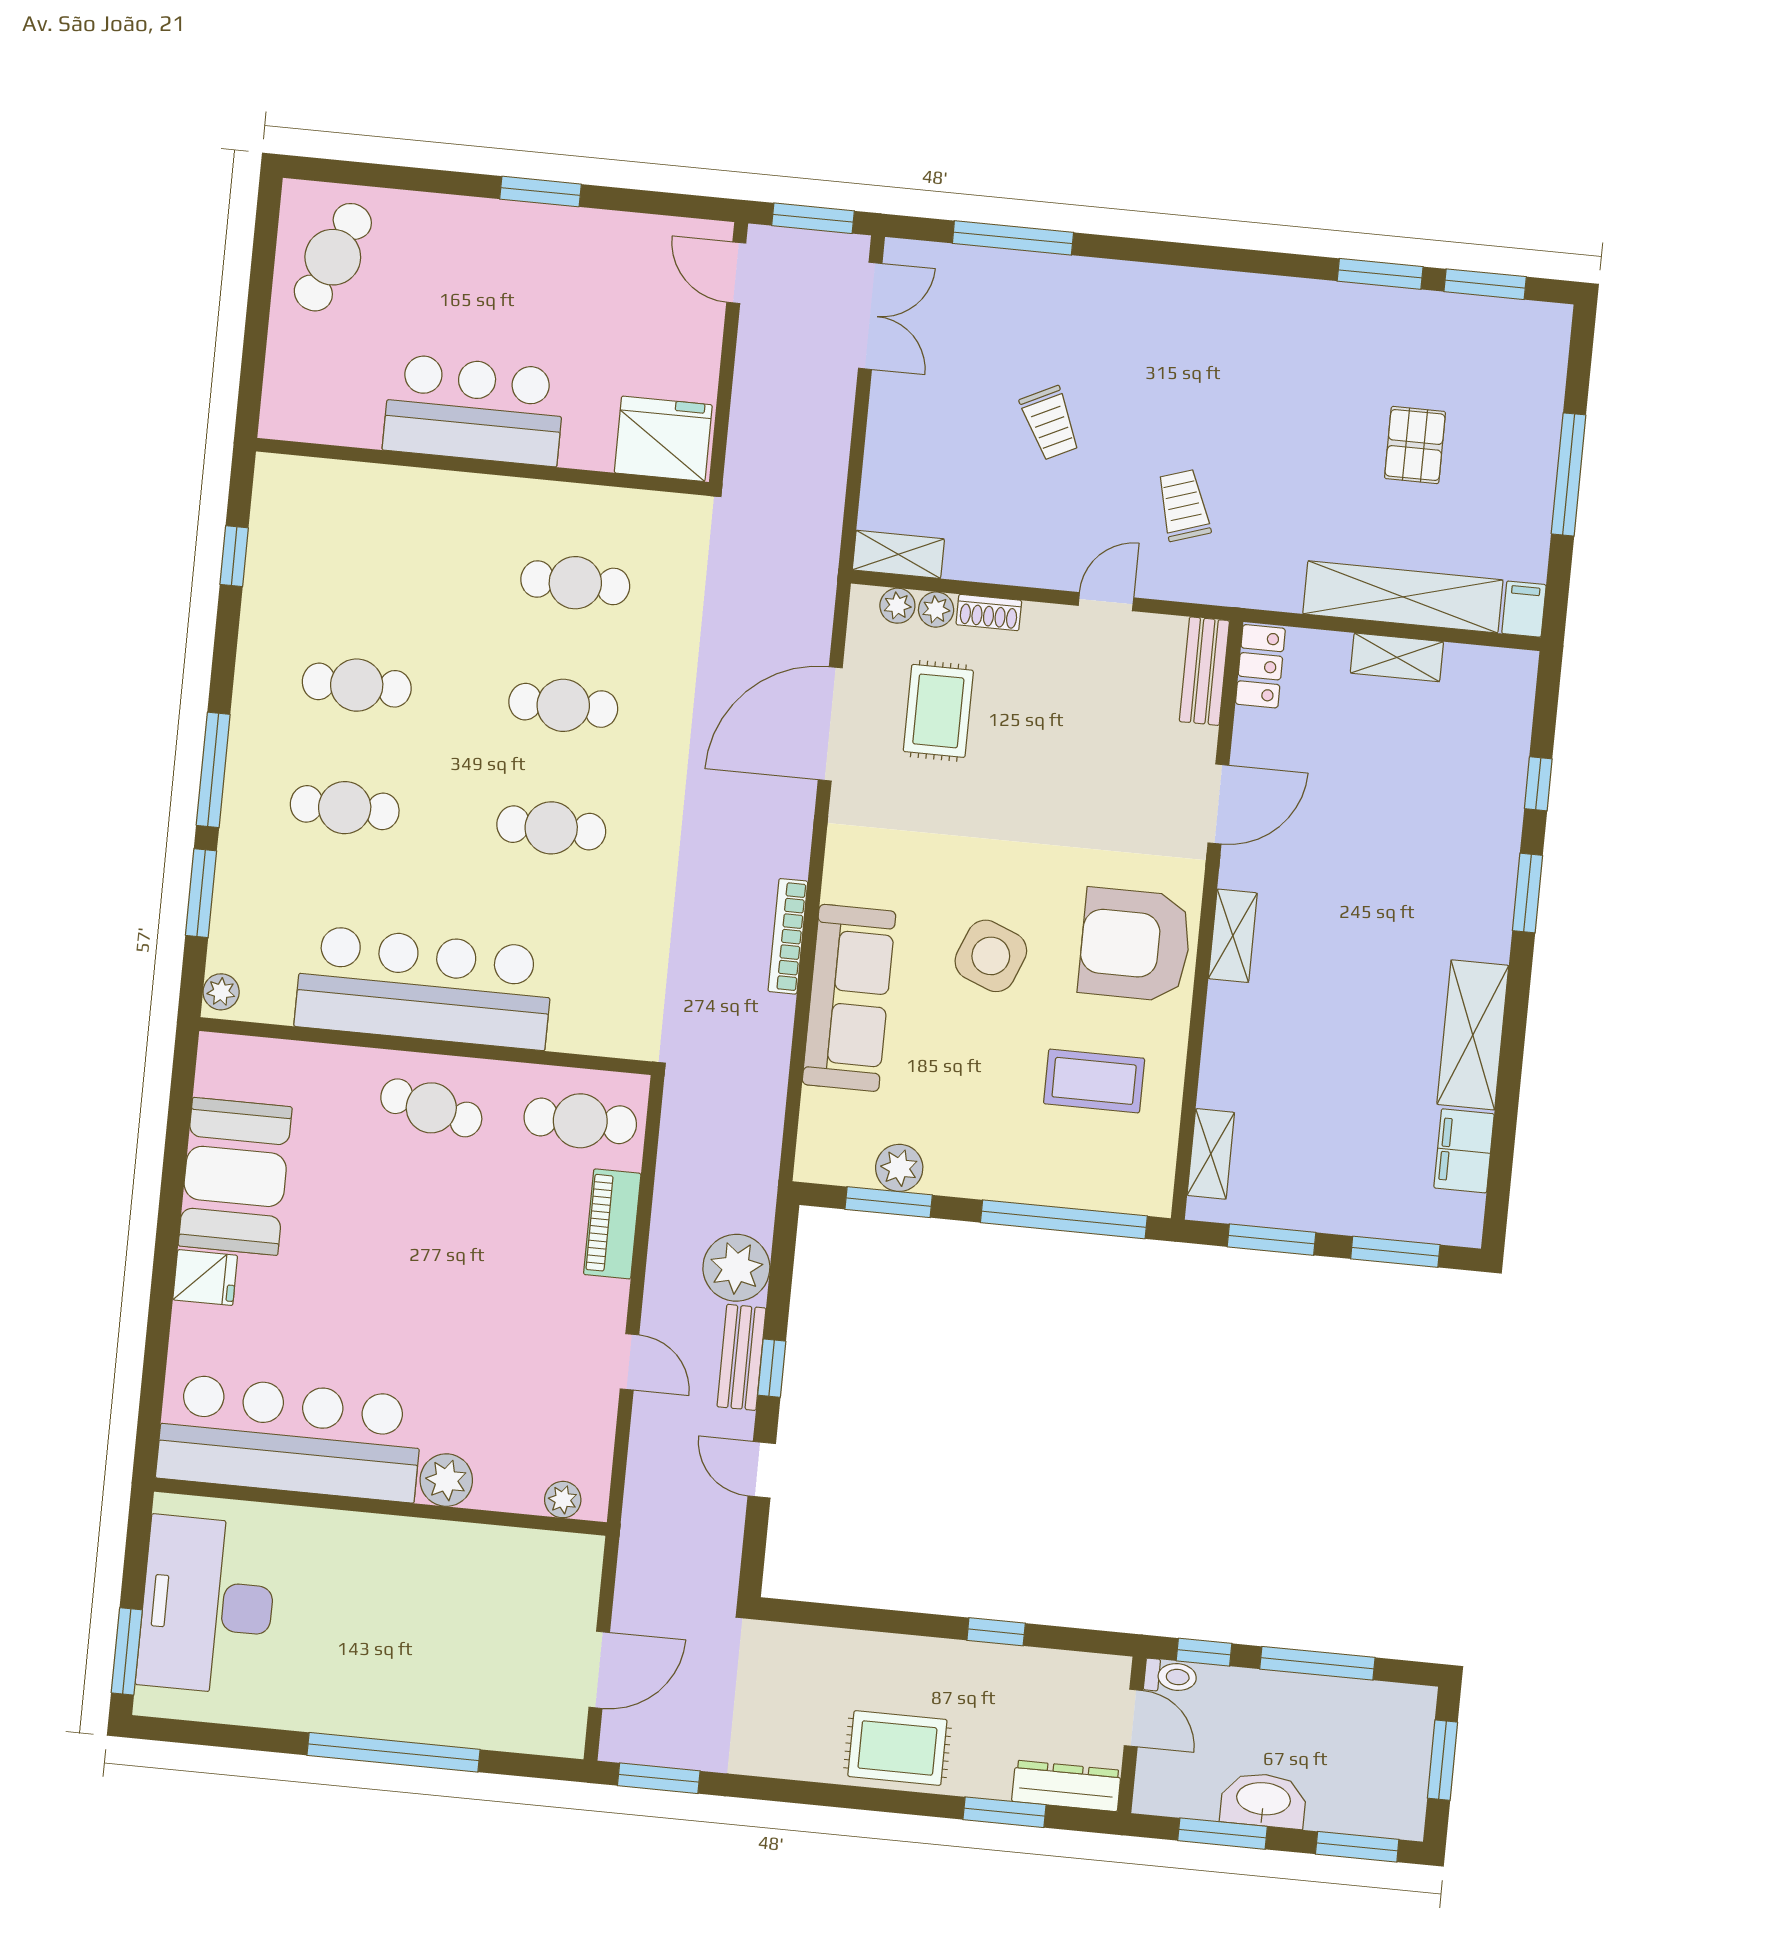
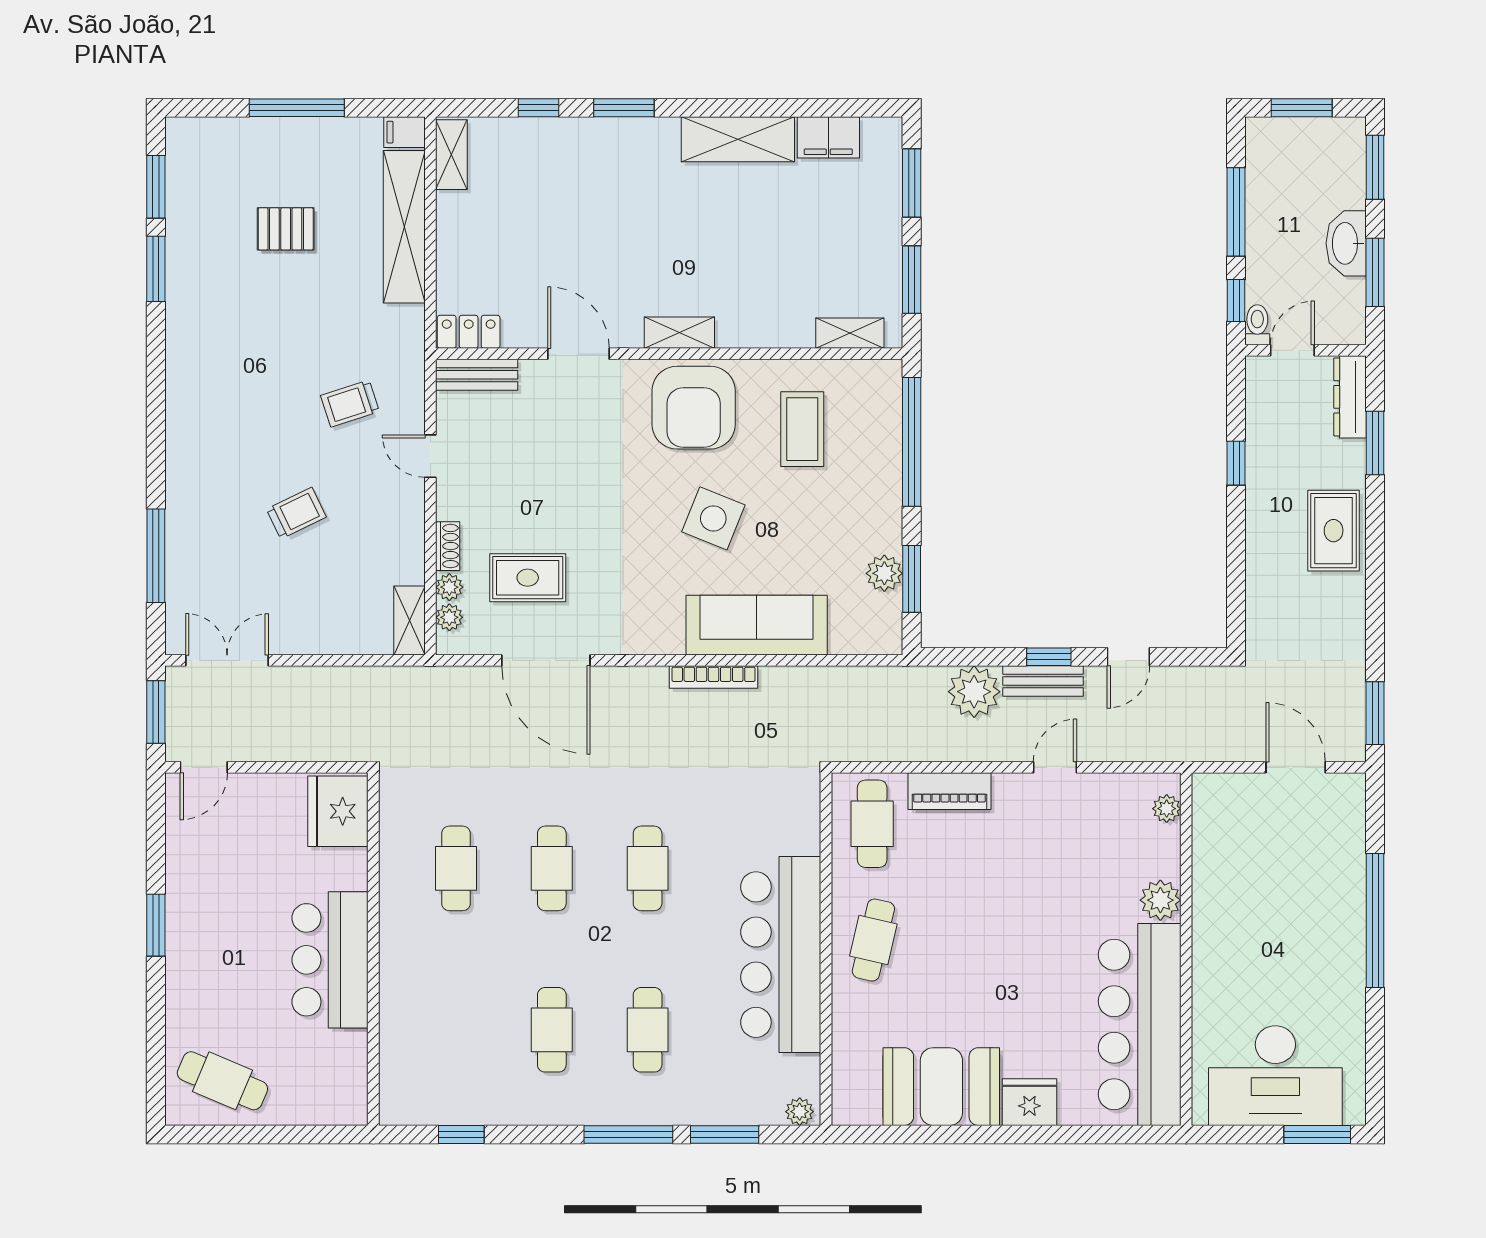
shelving: (1397, 657) -> (451, 155), moved
fridge: (205, 1278) -> (1029, 1102), width x1.38

